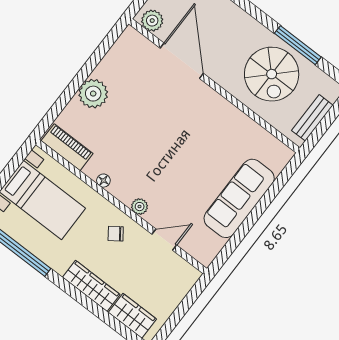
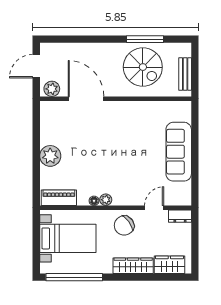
plant: (140, 207) -> (106, 200), moved
chair: (116, 234) -> (124, 225), width x1.87, depth x1.87
dresser: (186, 271) -> (180, 216), added

